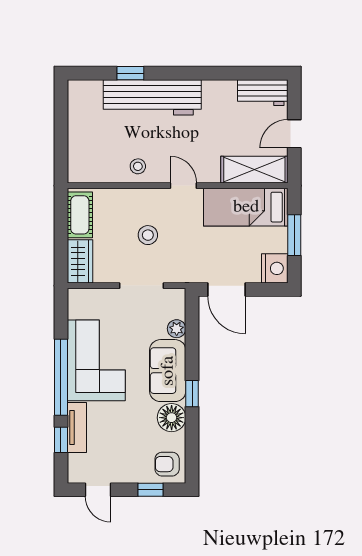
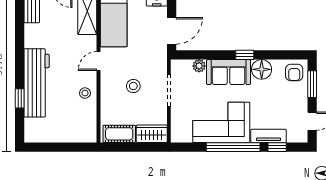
window: (151, 490) -> (312, 84), width x1.50

